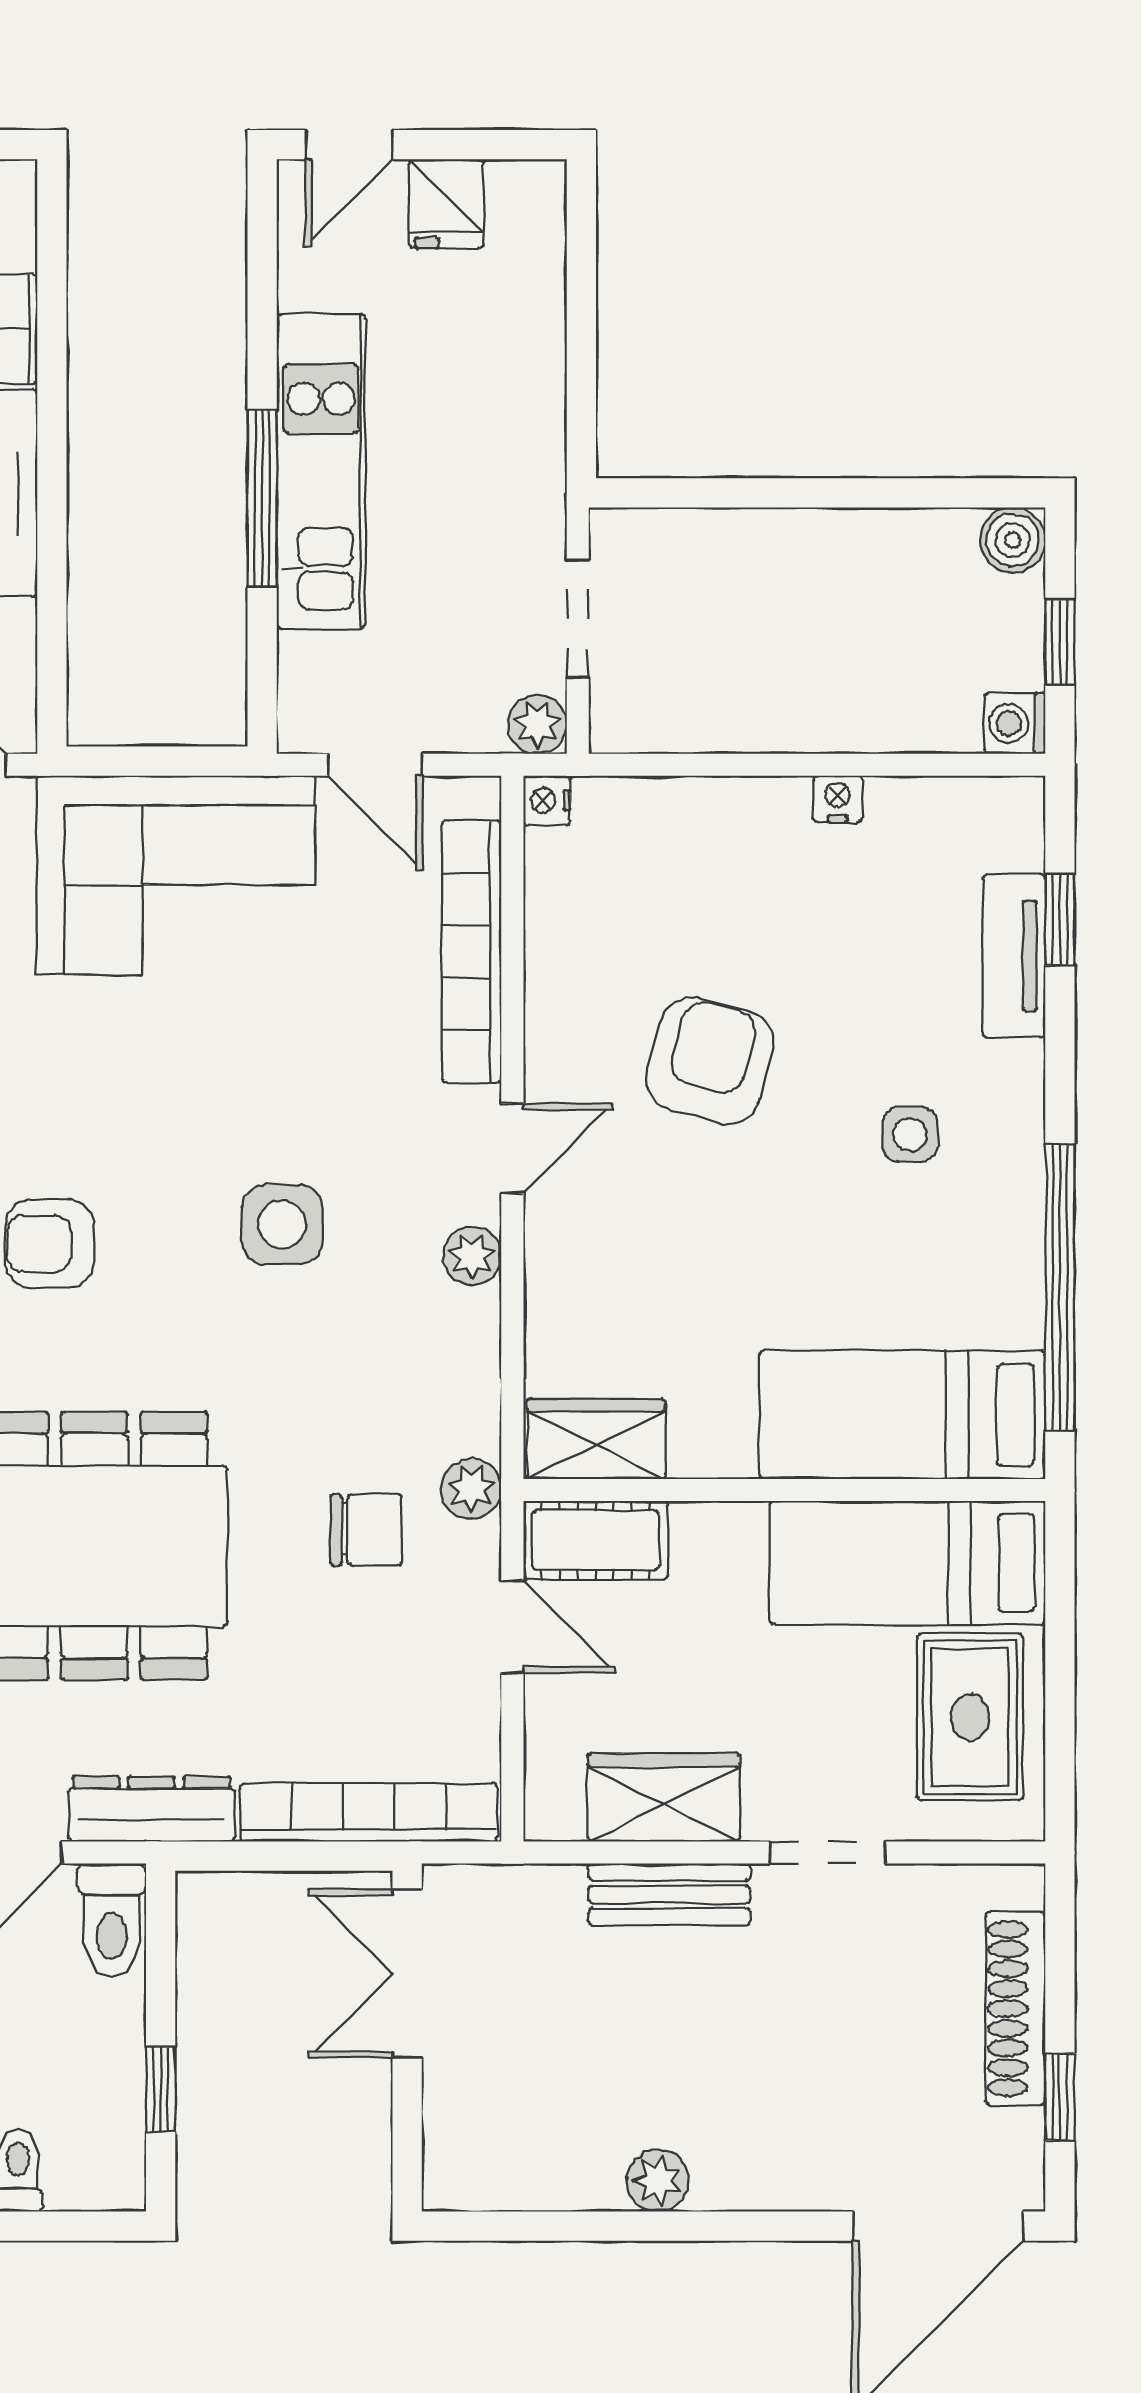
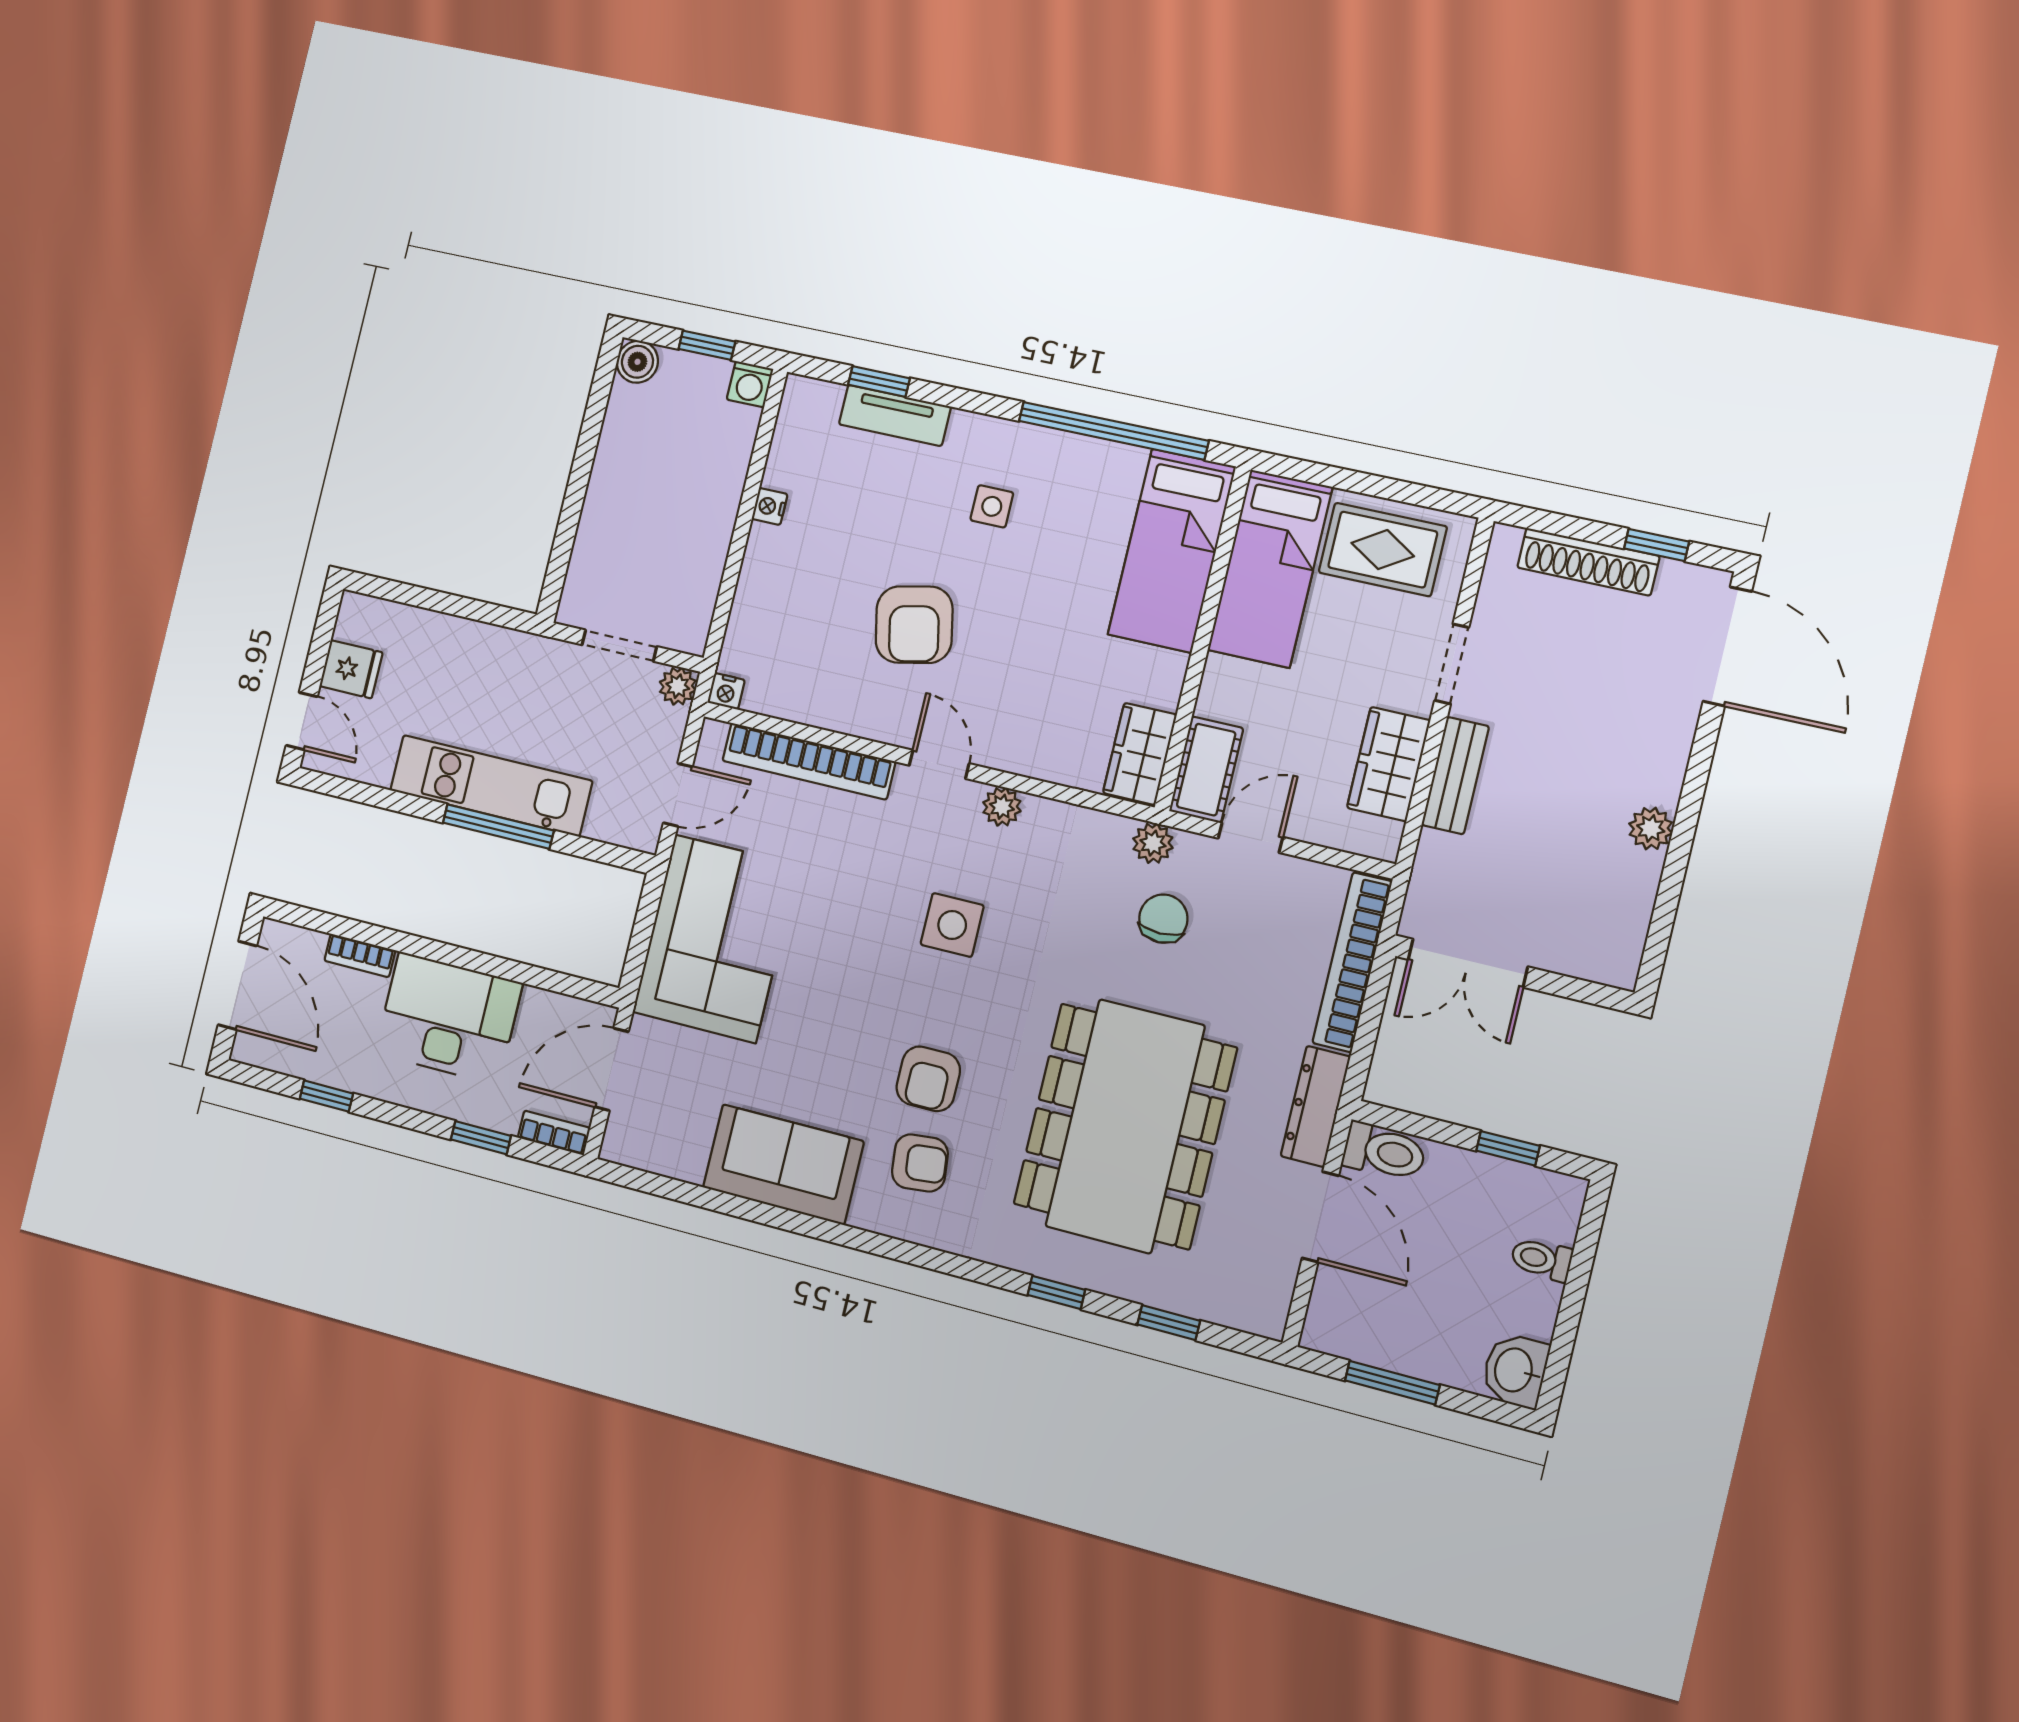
armchair: (710, 1061) -> (914, 625), turned -117

